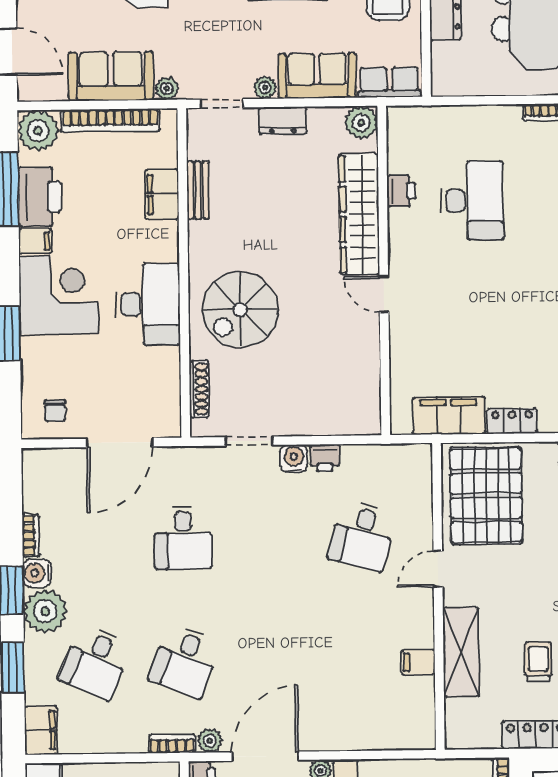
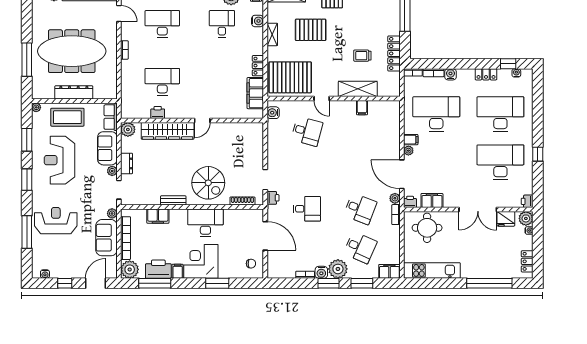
bench: (198, 190) -> (173, 200), moved
printer: (325, 458) -> (273, 198), moved
water cooler: (294, 459) -> (273, 113), moved

